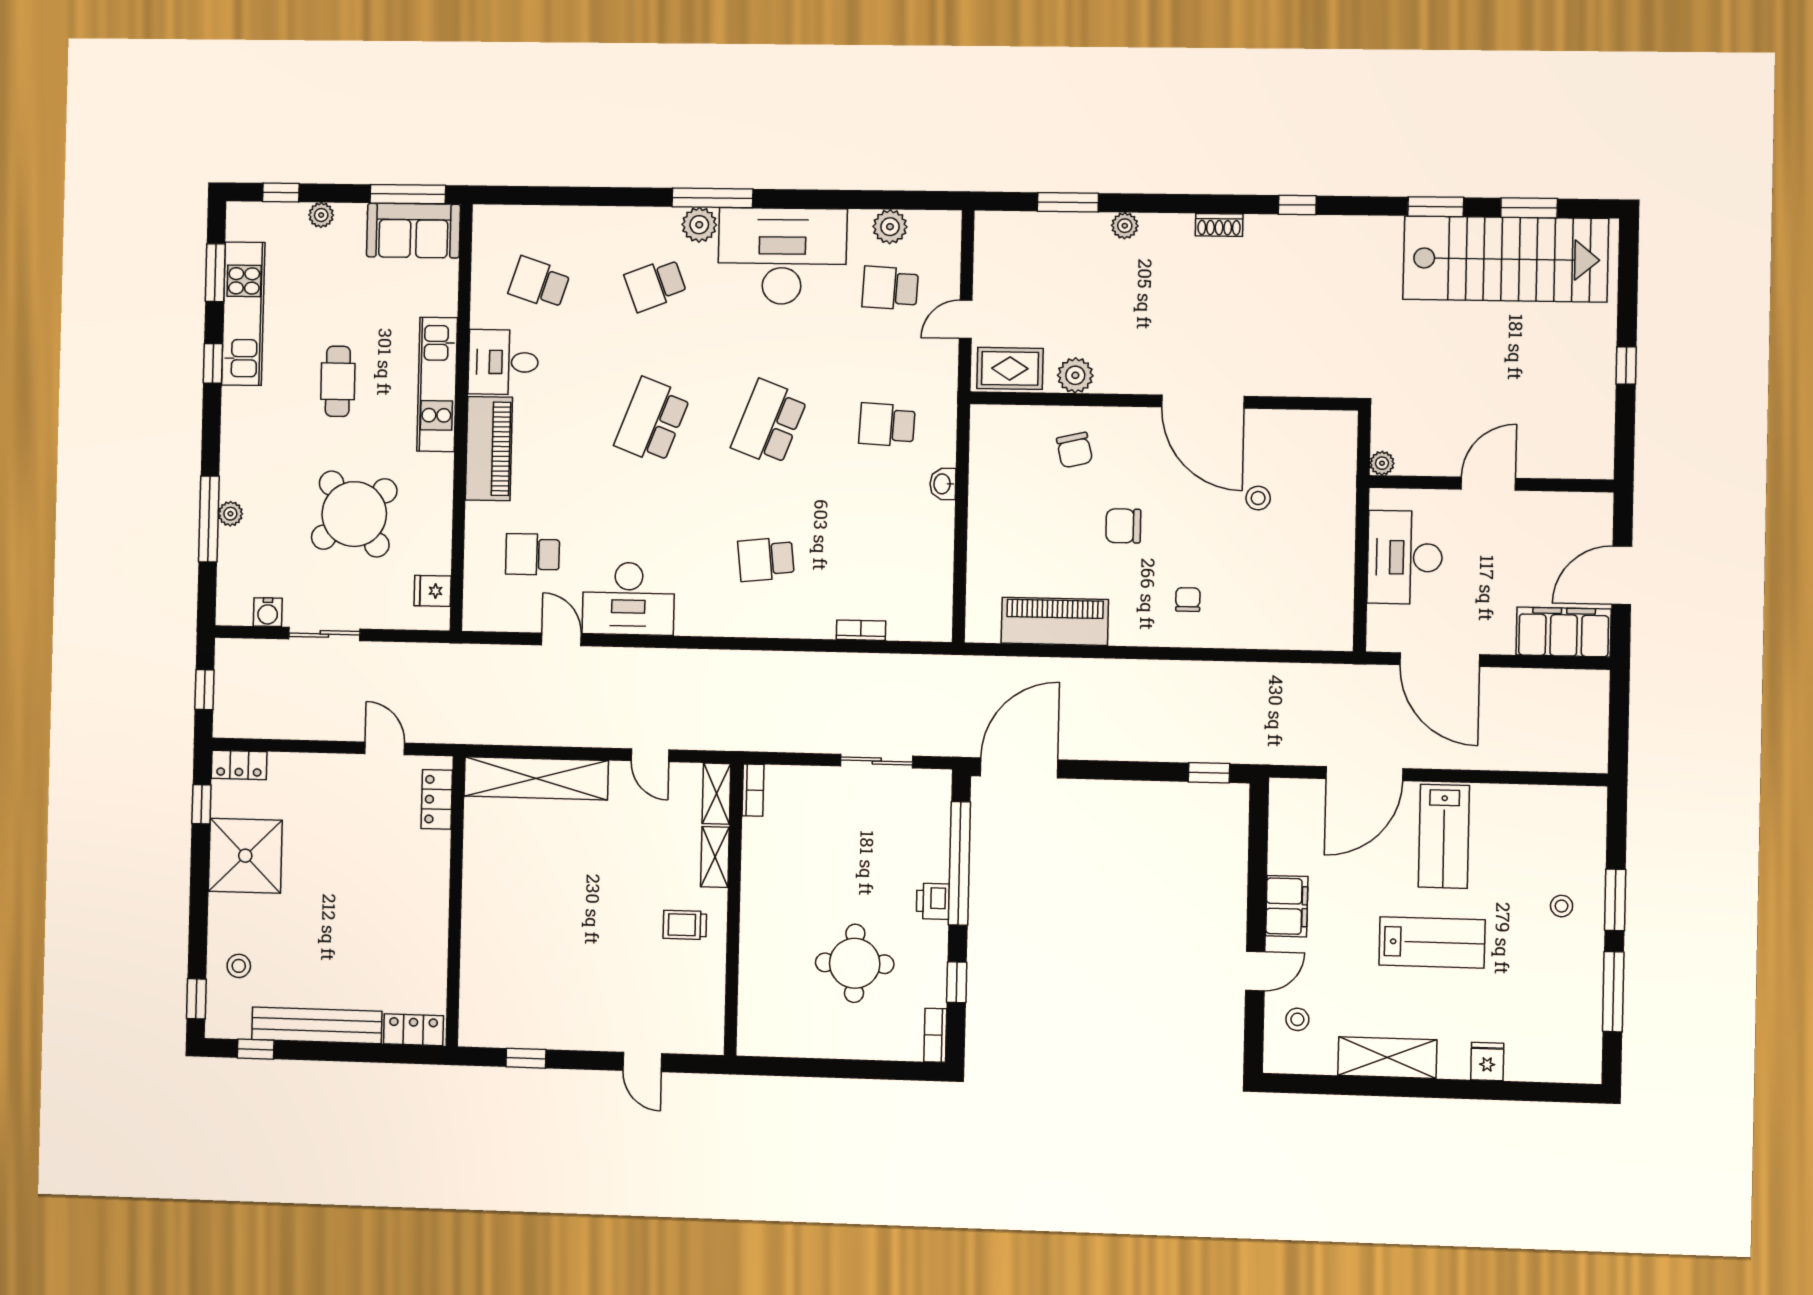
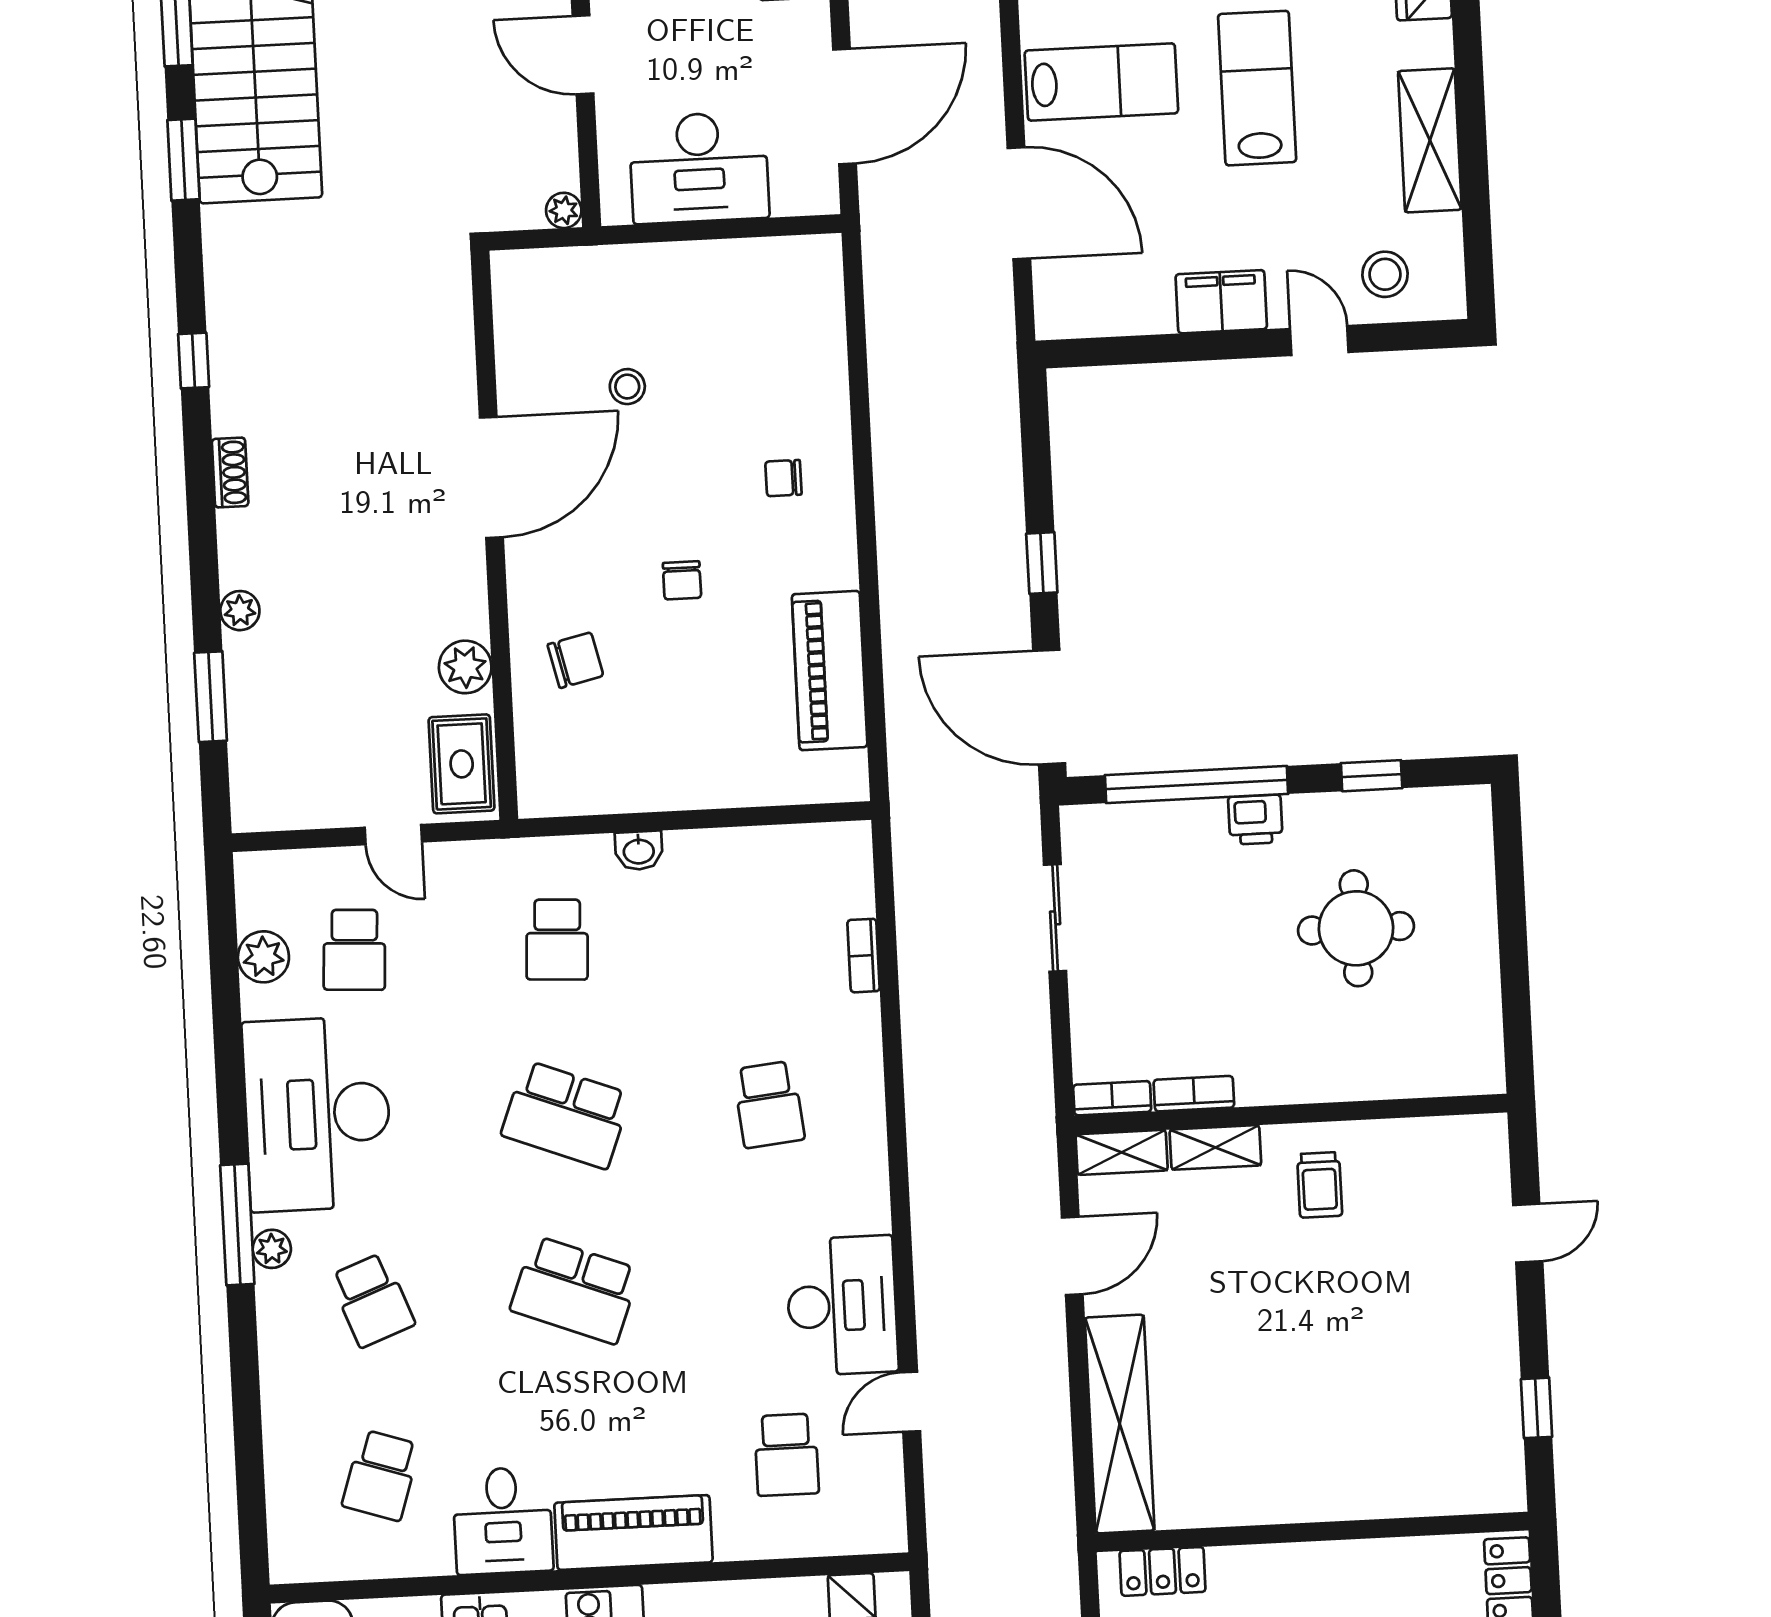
plant: (699, 225) -> (272, 1249), width x0.73, depth x0.73
chair: (1123, 526) -> (682, 580), width x0.73, depth x0.73
door: (650, 755) -> (1072, 1256), width x1.38
window: (1209, 773) -> (1042, 563), moved
stool: (1297, 1019) -> (1385, 274), width x1.37, depth x1.37
bookcase: (935, 1035) -> (1194, 1094), moved, turned 180

